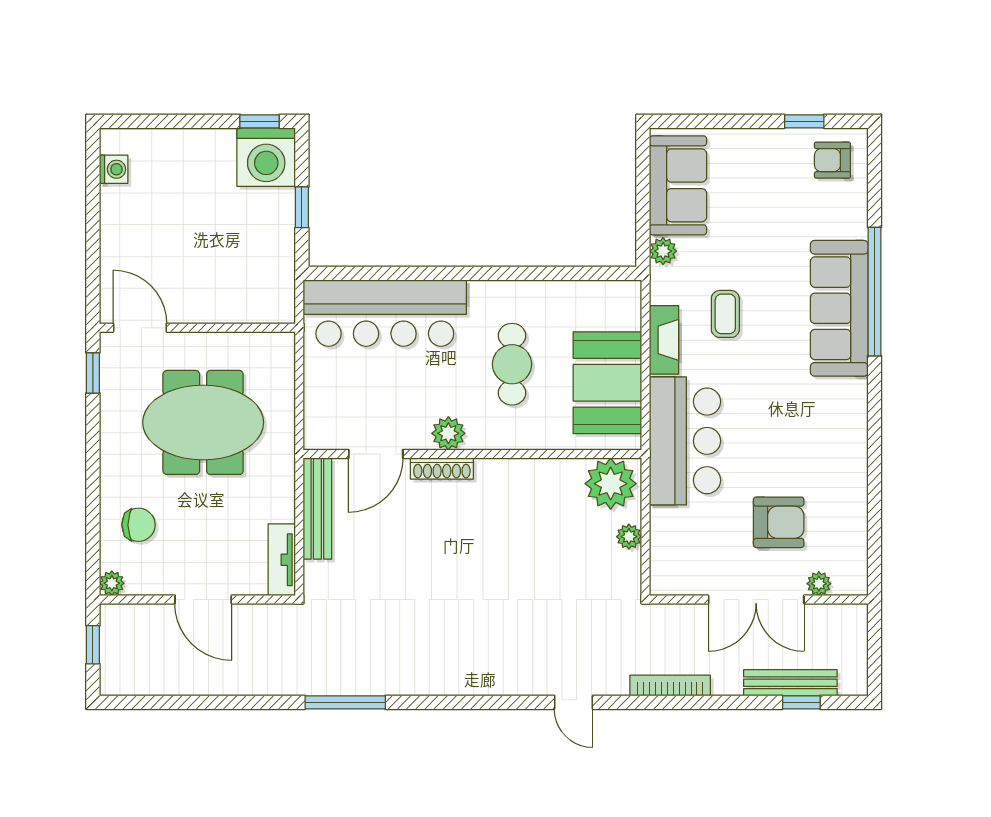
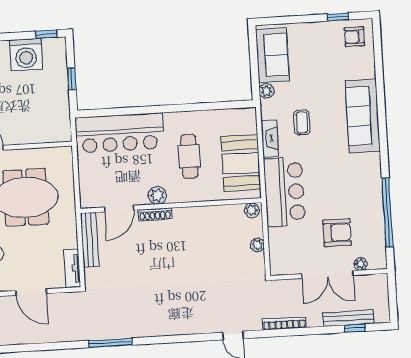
washing machine: (266, 157) -> (26, 55), moved
window: (875, 292) -> (387, 212), moved
plant: (611, 484) -> (252, 210), width x0.53, depth x0.53

